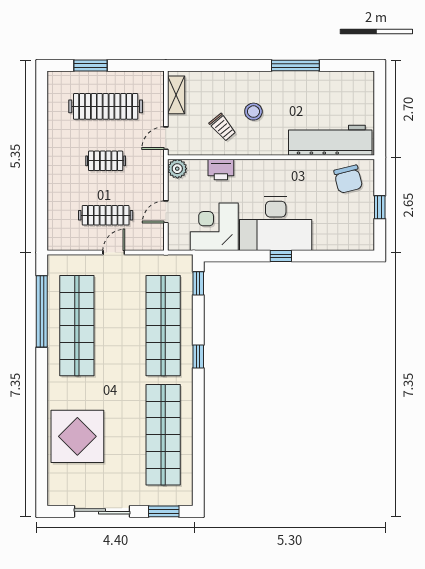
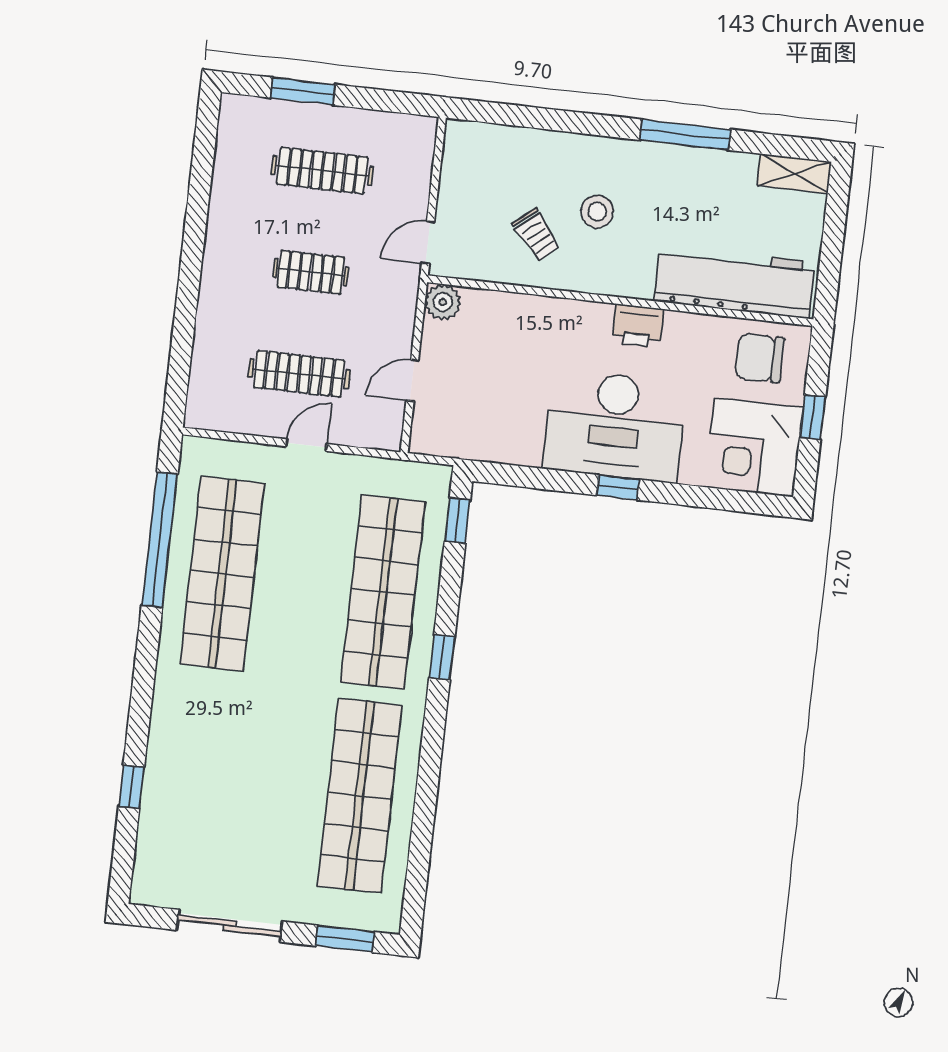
shelving: (176, 95) -> (794, 174), moved, turned 90
clothes rail: (106, 106) -> (322, 171), width x0.73, depth x0.76
printer: (221, 170) -> (638, 326), moved
chair: (348, 179) -> (760, 358), turned 104
corner desk: (214, 227) -> (754, 447), moved, turned -90
display table: (77, 436) -> (199, 781), removed
window: (42, 444) -> (131, 787), added

